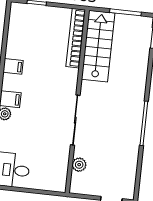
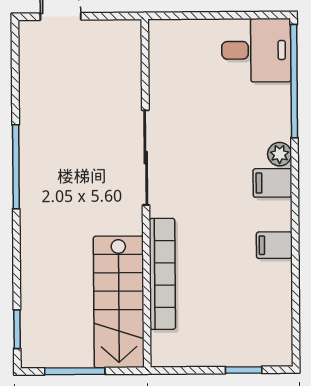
bookcase: (76, 38) -> (162, 274), moved
plant: (79, 165) -> (129, 75), removed

